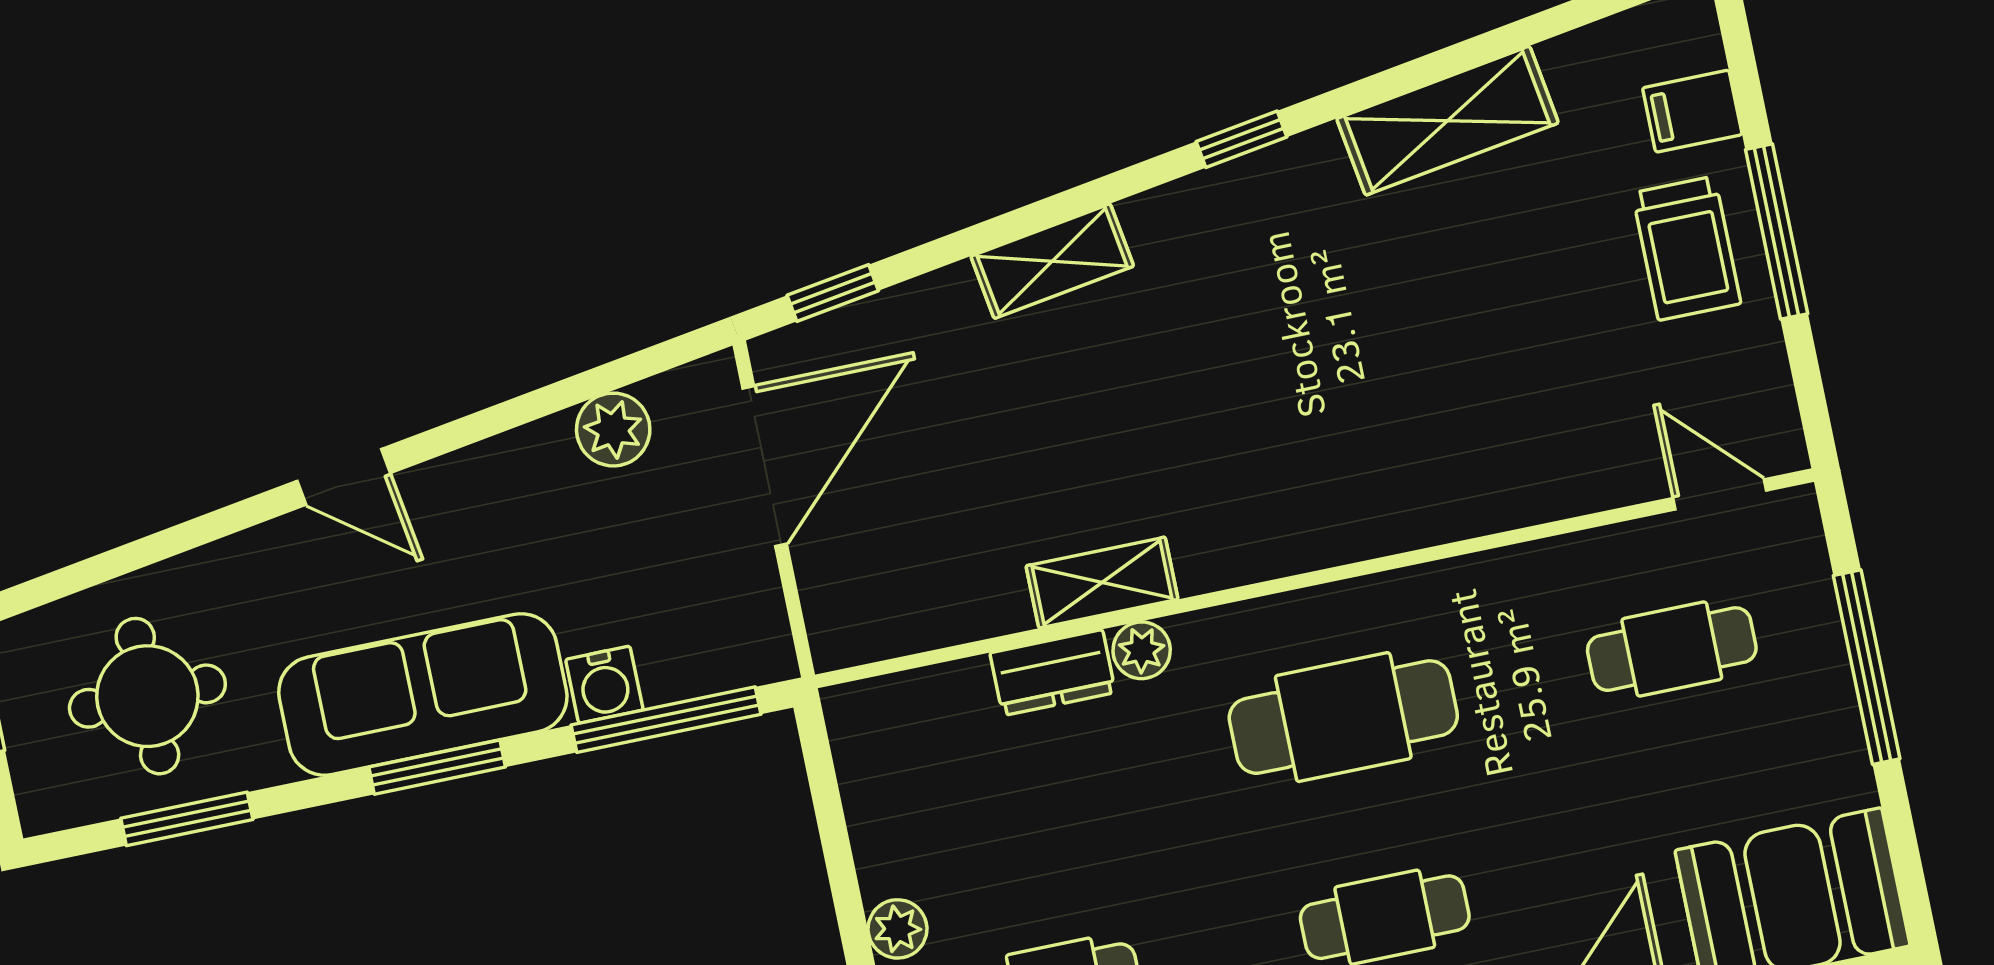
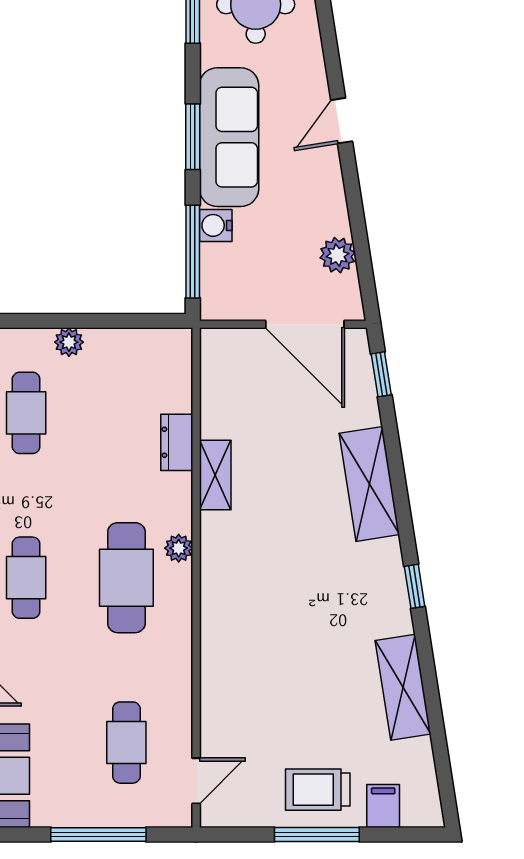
shelving: (1052, 261) -> (369, 484), width x1.50, depth x1.33
plant: (1142, 650) -> (179, 548), moved

